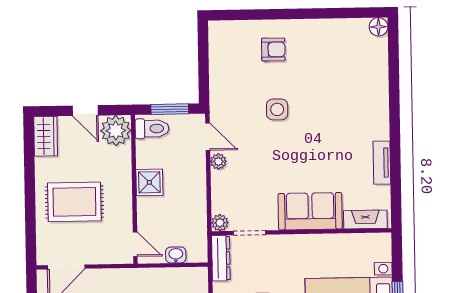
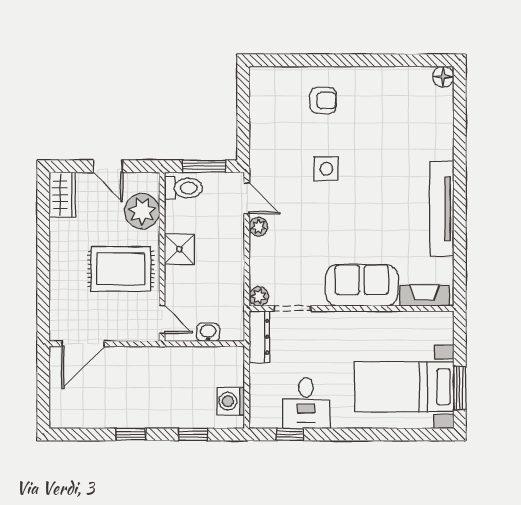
plant: (116, 131) -> (142, 211), moved
tv unit: (382, 163) -> (442, 209), width x1.92, depth x1.29
rug: (74, 202) -> (121, 269), moved

